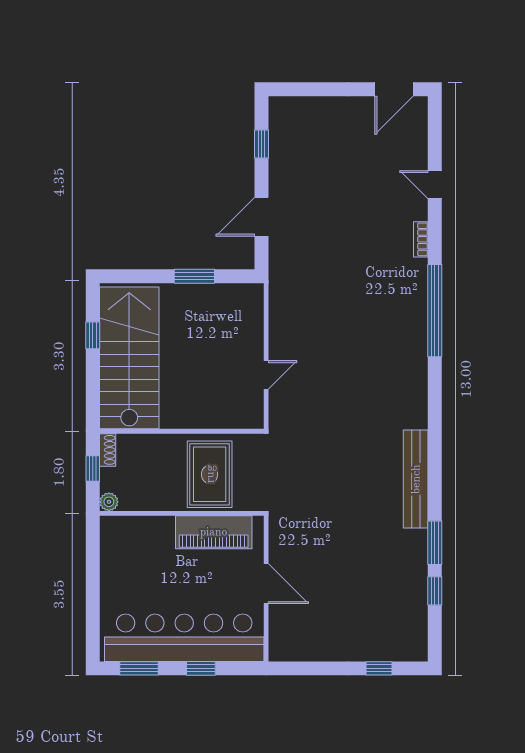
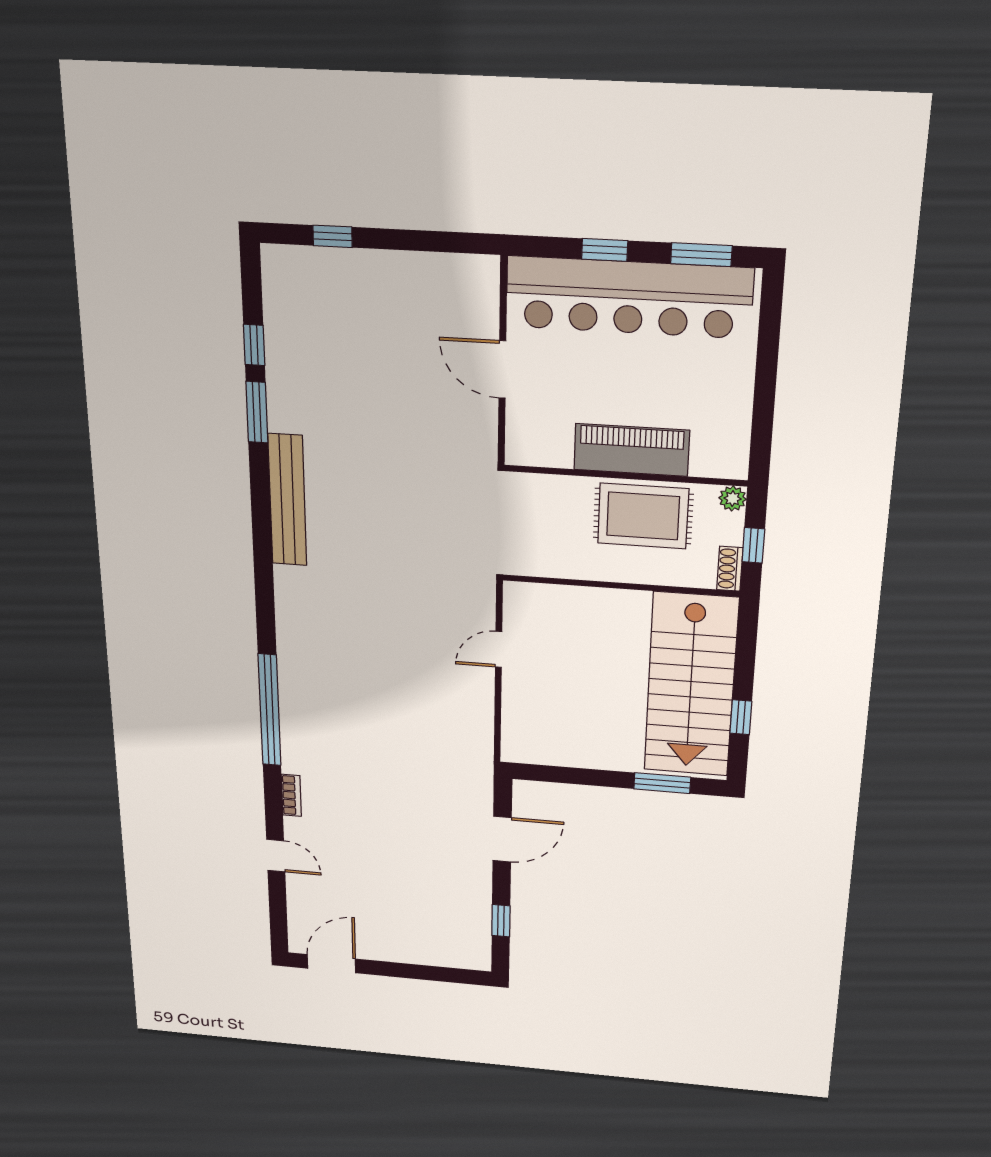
window: (194, 276) -> (662, 783), moved
rug: (210, 474) -> (643, 516), moved, turned 90
piano: (214, 532) -> (632, 450), moved

